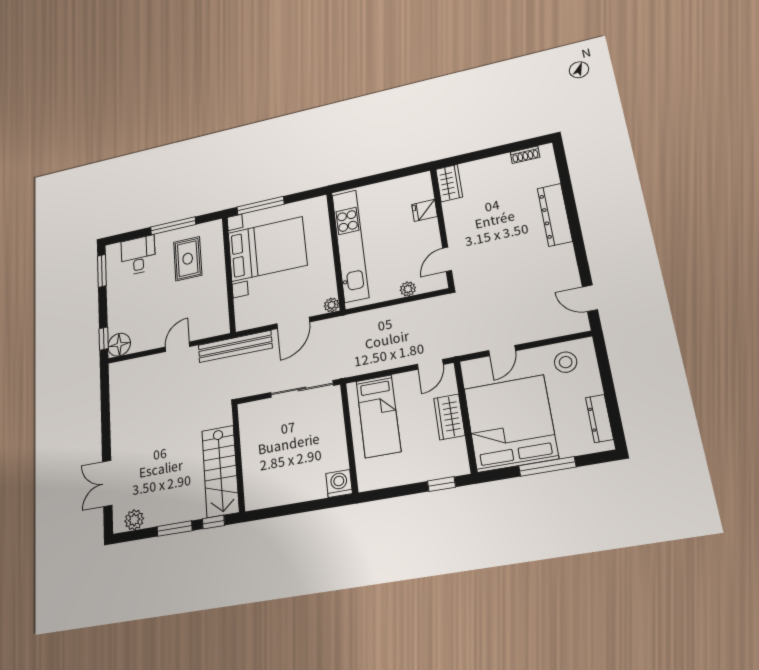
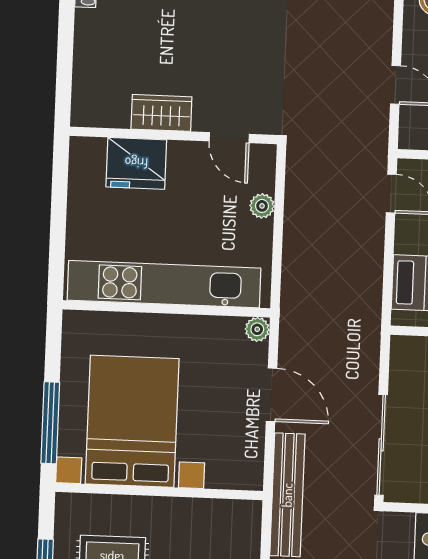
wardrobe: (449, 183) -> (161, 113), moved
fridge: (425, 210) -> (136, 163), width x1.88, depth x1.34
sliding door: (302, 389) -> (381, 445), moved

